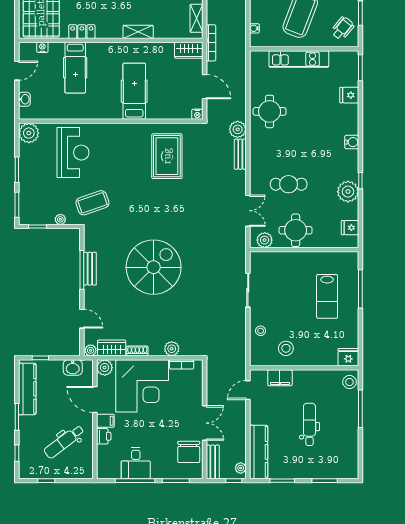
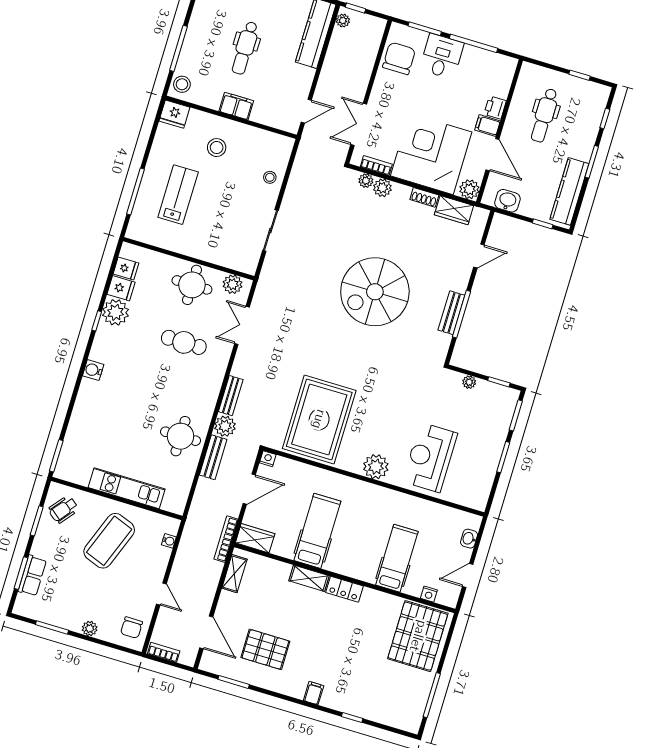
locker: (82, 32) -> (344, 589), moved
door: (205, 87) -> (249, 489), swing flipped
hospital bed: (134, 91) -> (317, 531), moved, turned 180
fridge: (349, 95) -> (121, 288), moved
plant: (29, 133) -> (376, 467), moved
rug: (167, 156) -> (319, 419), width x1.37, depth x1.44
coffee table: (92, 203) -> (425, 390), removed
door: (82, 319) -> (479, 256), swing flipped
stool: (286, 348) -> (217, 148), moved
plant: (91, 350) -> (366, 181), moved
filing cabinet: (280, 378) -> (236, 106), moved
double door: (205, 423) -> (359, 124), moved
dental chair: (64, 442) -> (544, 115), turned 127
bench: (213, 462) -> (213, 457), moved
desk: (136, 463) -> (442, 56), moved

